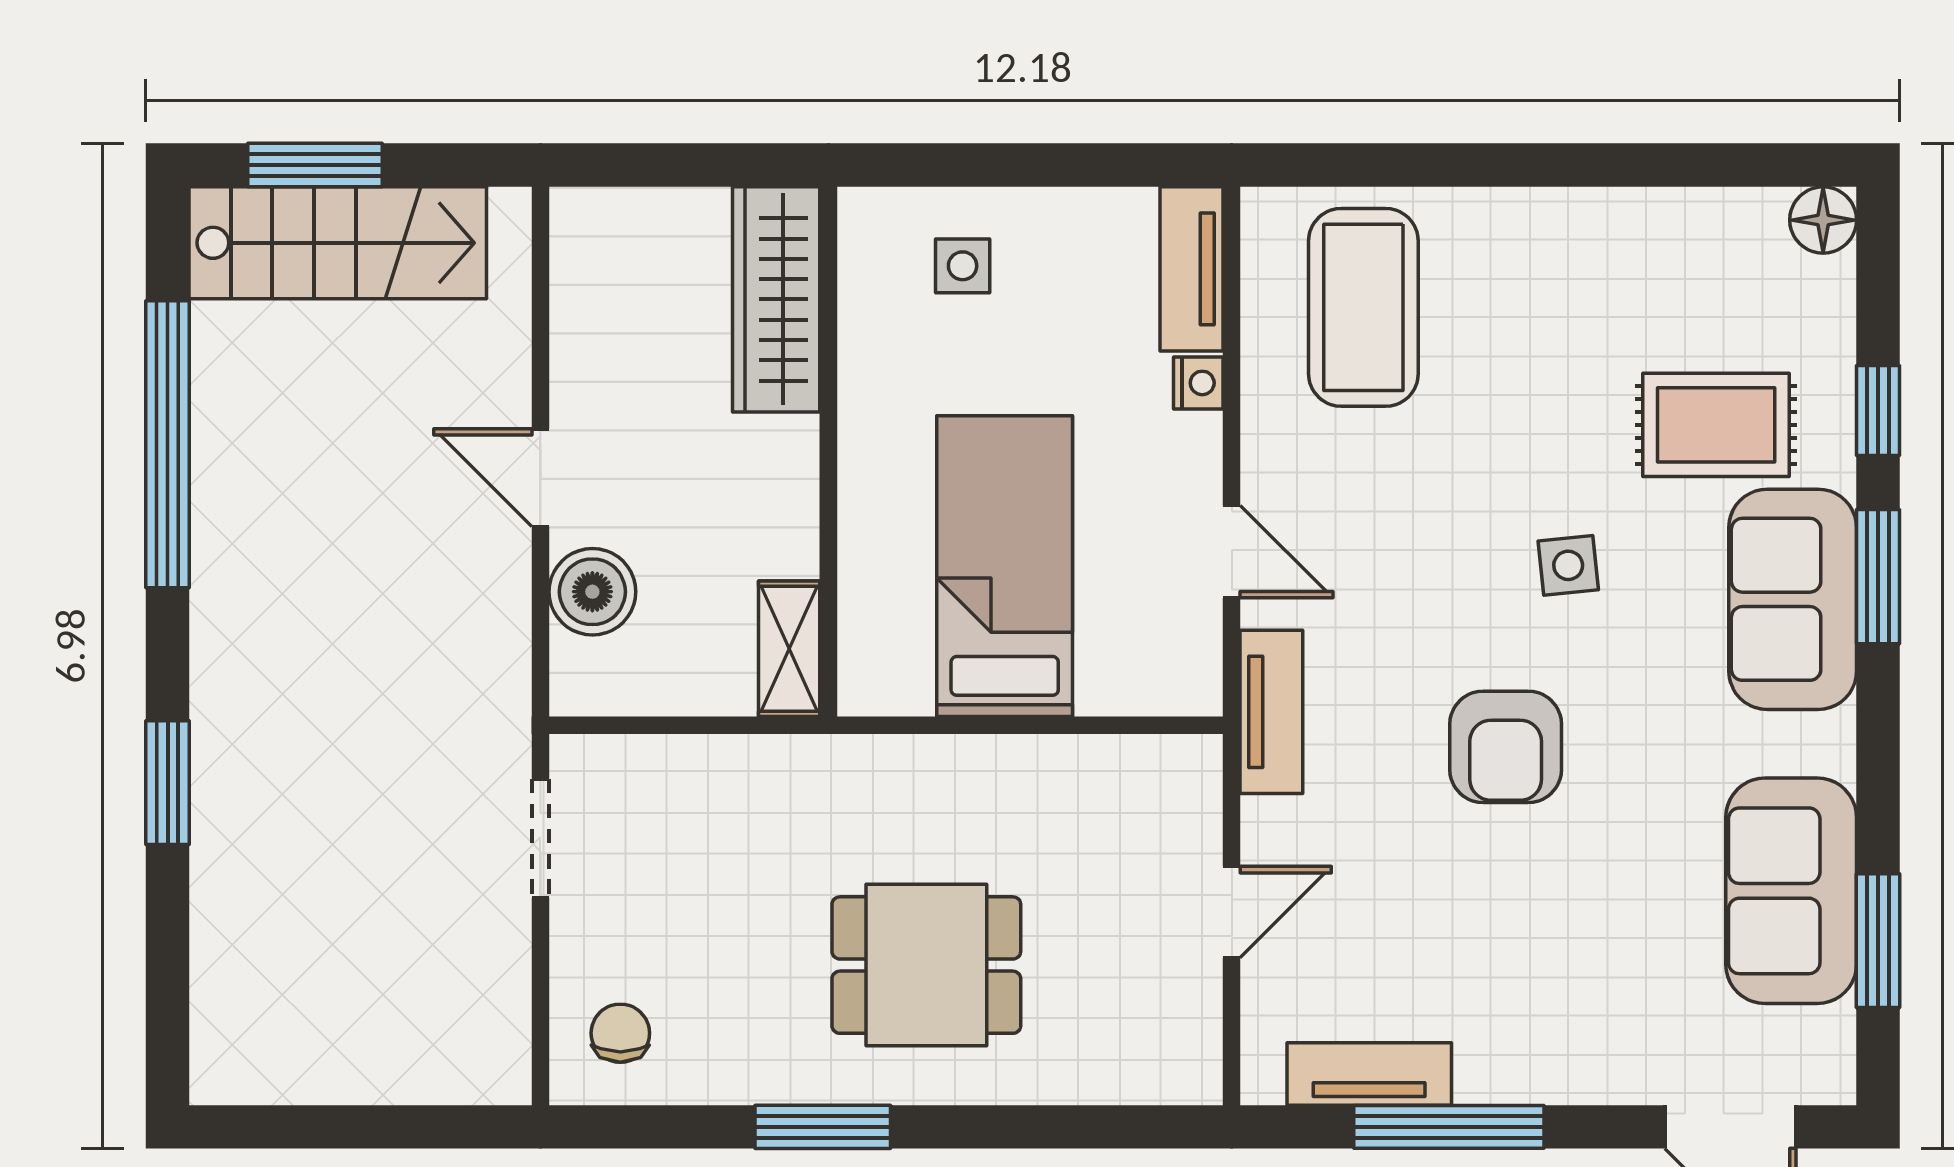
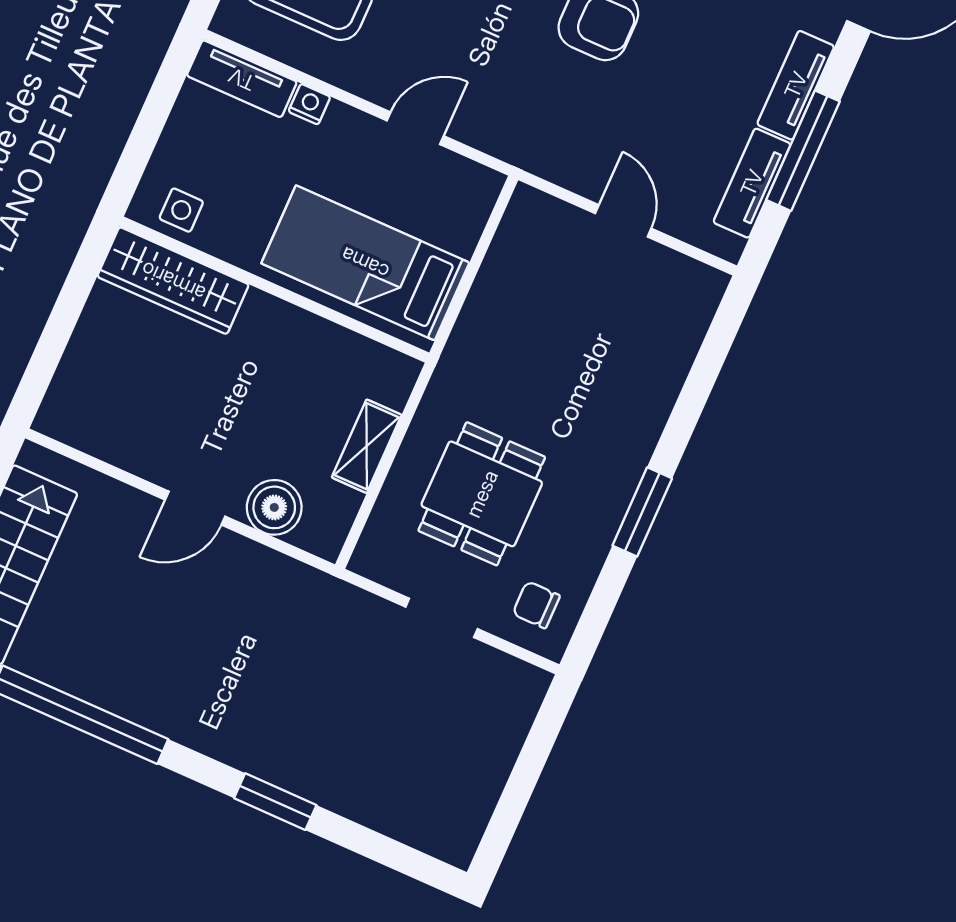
wardrobe: (776, 299) -> (173, 281), moved
wall: (828, 452) -> (274, 290), moved
shelving: (789, 649) -> (367, 446), moved, turned 90
tv unit: (1271, 712) -> (796, 85), moved, turned -90
doorway: (540, 838) -> (442, 618), moved
dining table: (926, 965) -> (482, 494), moved

